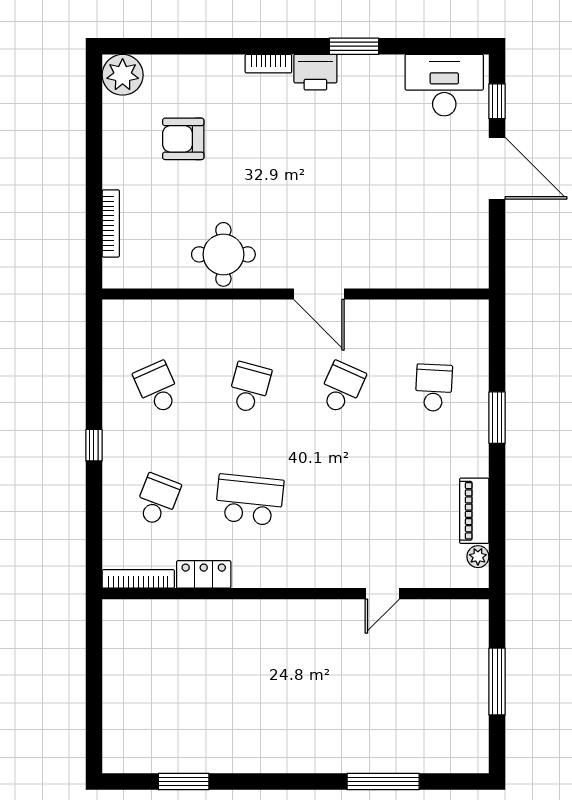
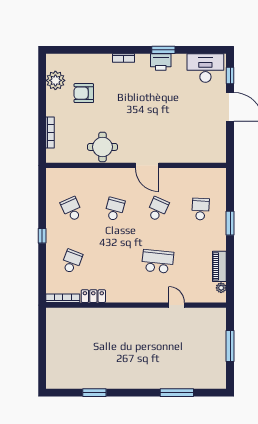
printer: (315, 72) -> (161, 62), moved
plant: (123, 75) -> (55, 80), moved
school desk: (249, 500) -> (158, 261), moved
door: (382, 594) -> (177, 305), swing flipped
window: (184, 782) -> (94, 393), moved

